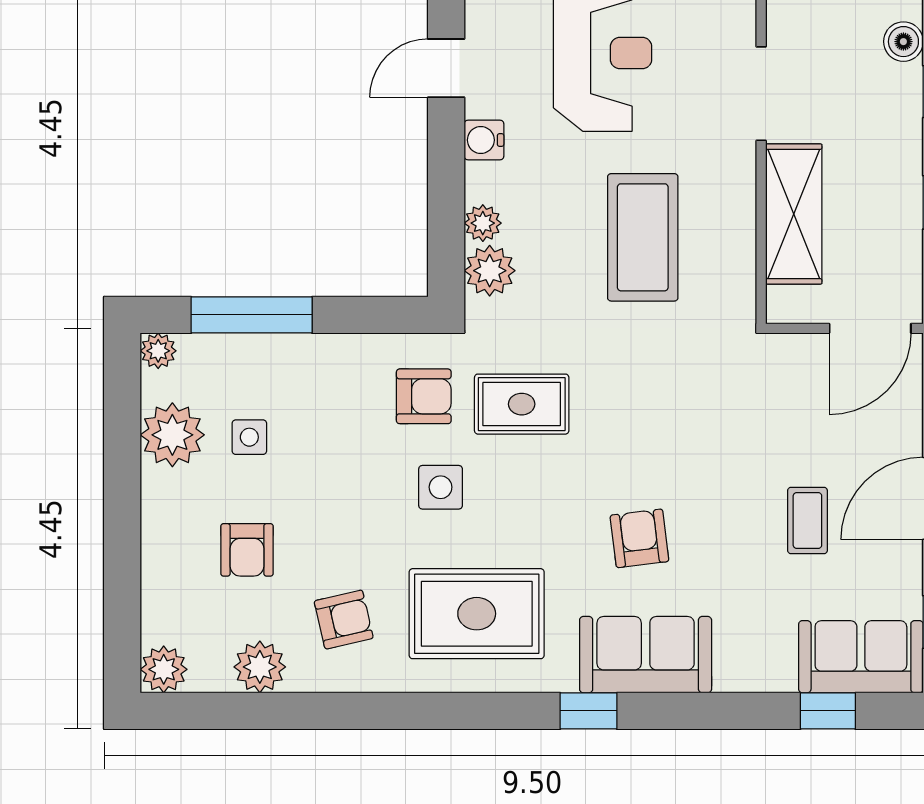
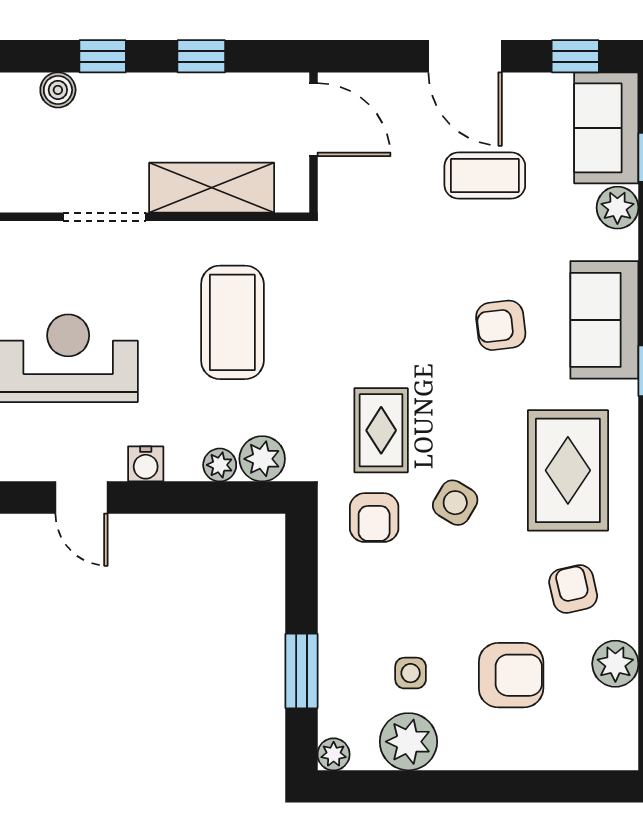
coffee table: (643, 237) -> (232, 322), turned 90
window: (252, 315) -> (301, 671), width x0.69
armchair: (424, 396) -> (374, 518), turned 180
side table: (441, 487) -> (455, 503), turned 31
coffee table: (807, 521) -> (485, 176), width x1.36, depth x1.30
armchair: (247, 550) -> (511, 675), width x1.38, depth x1.38
plant: (164, 669) -> (617, 208), moved

